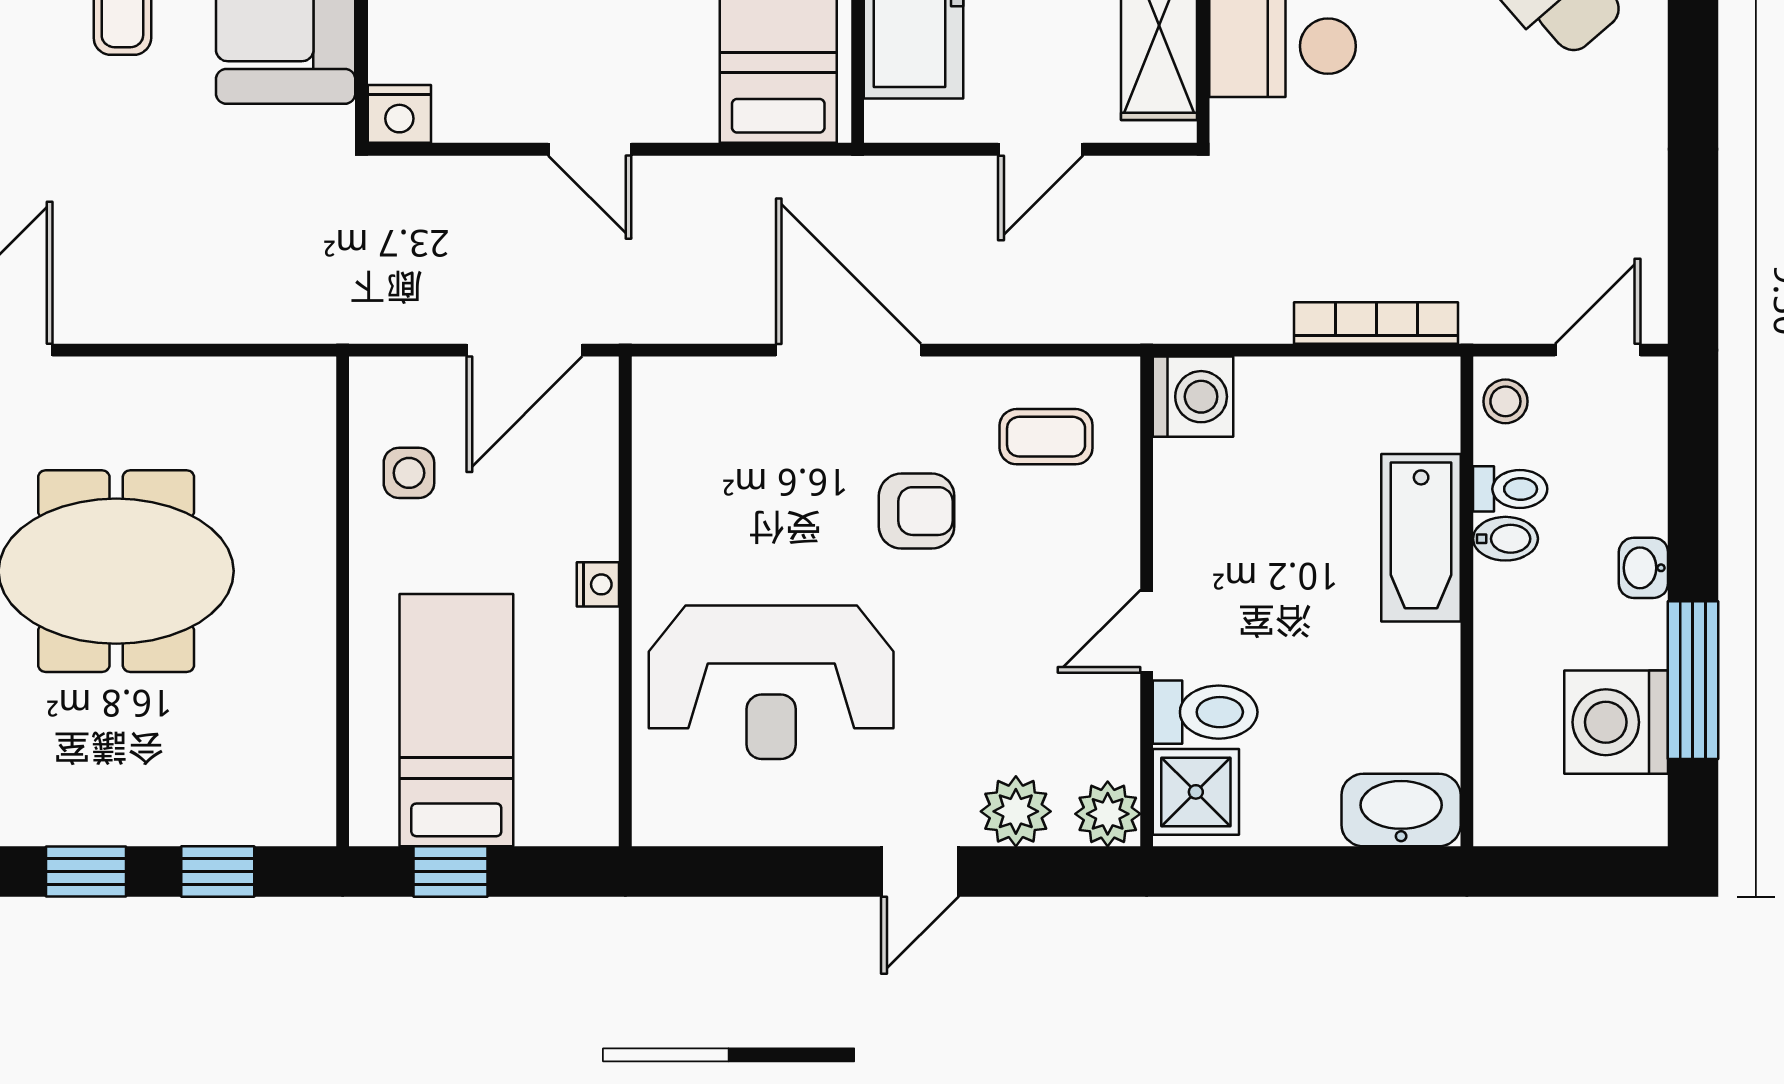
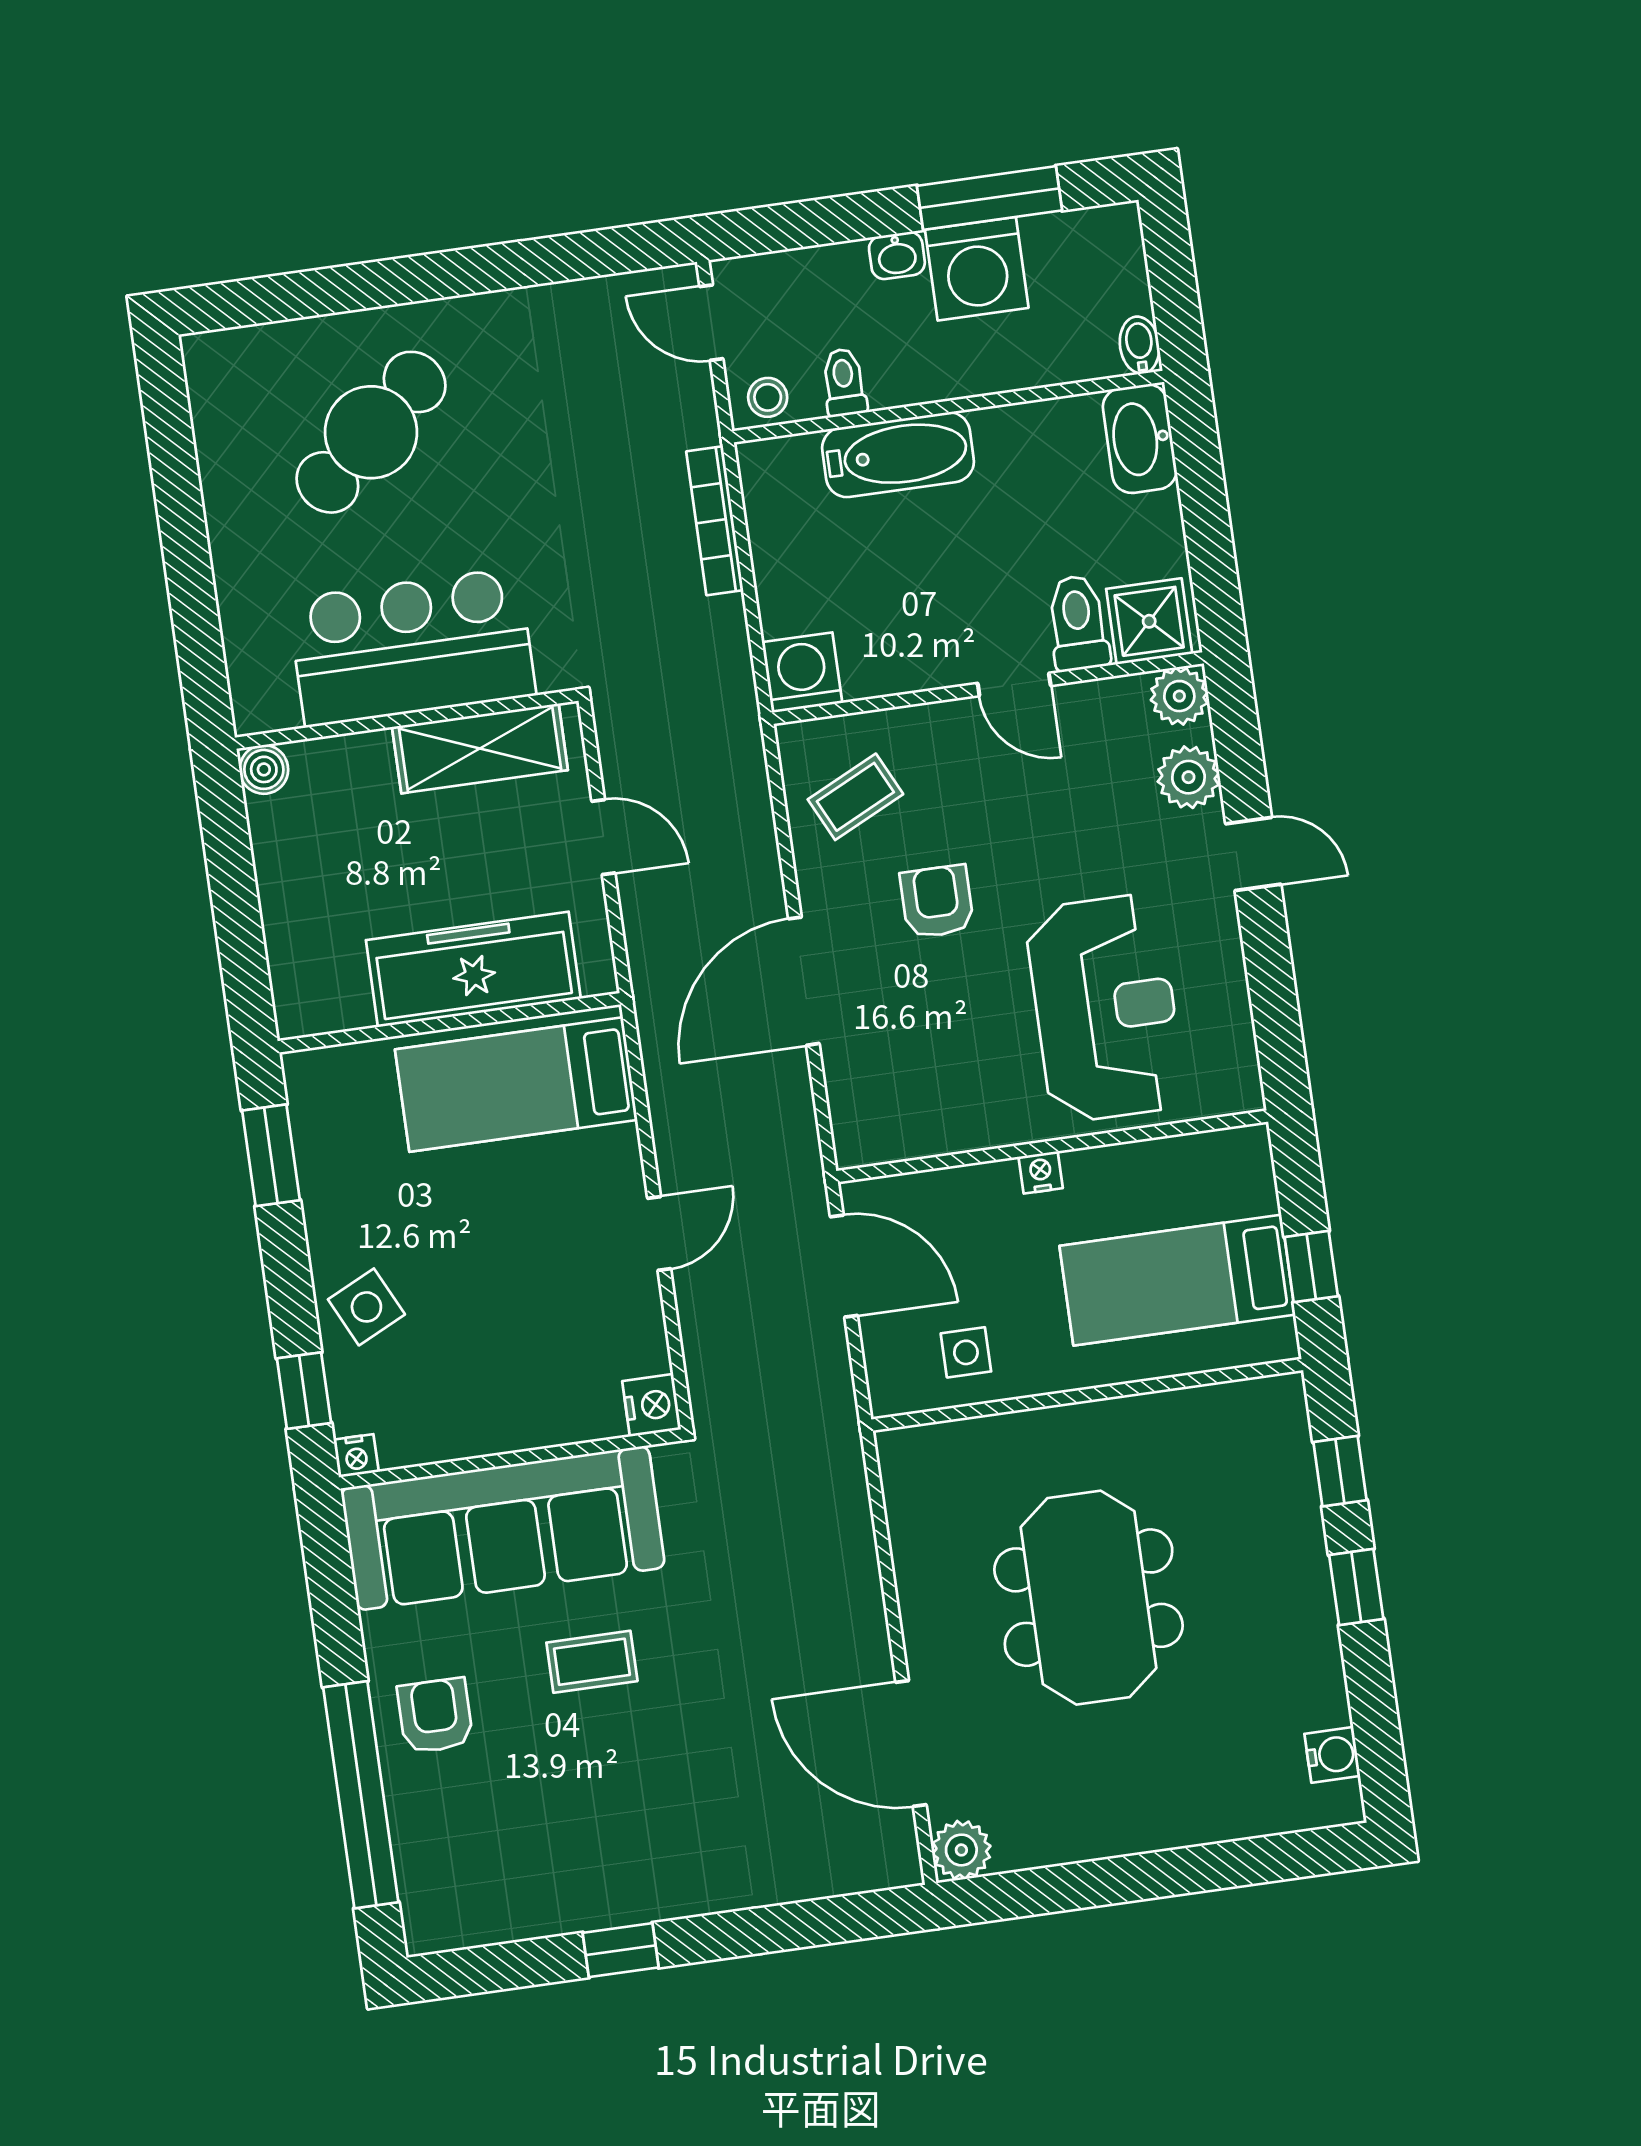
coffee table: (1046, 437) -> (855, 797), turned 64
bidet: (1505, 539) -> (1140, 345), moved
washing machine: (1616, 722) -> (977, 269), moved

